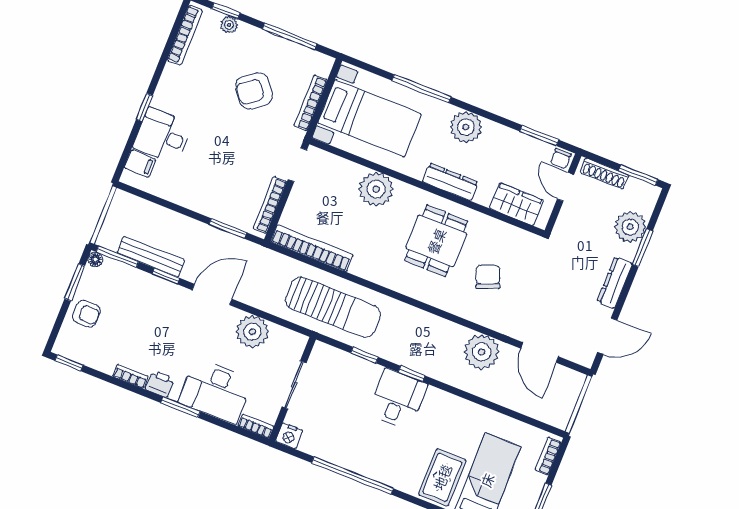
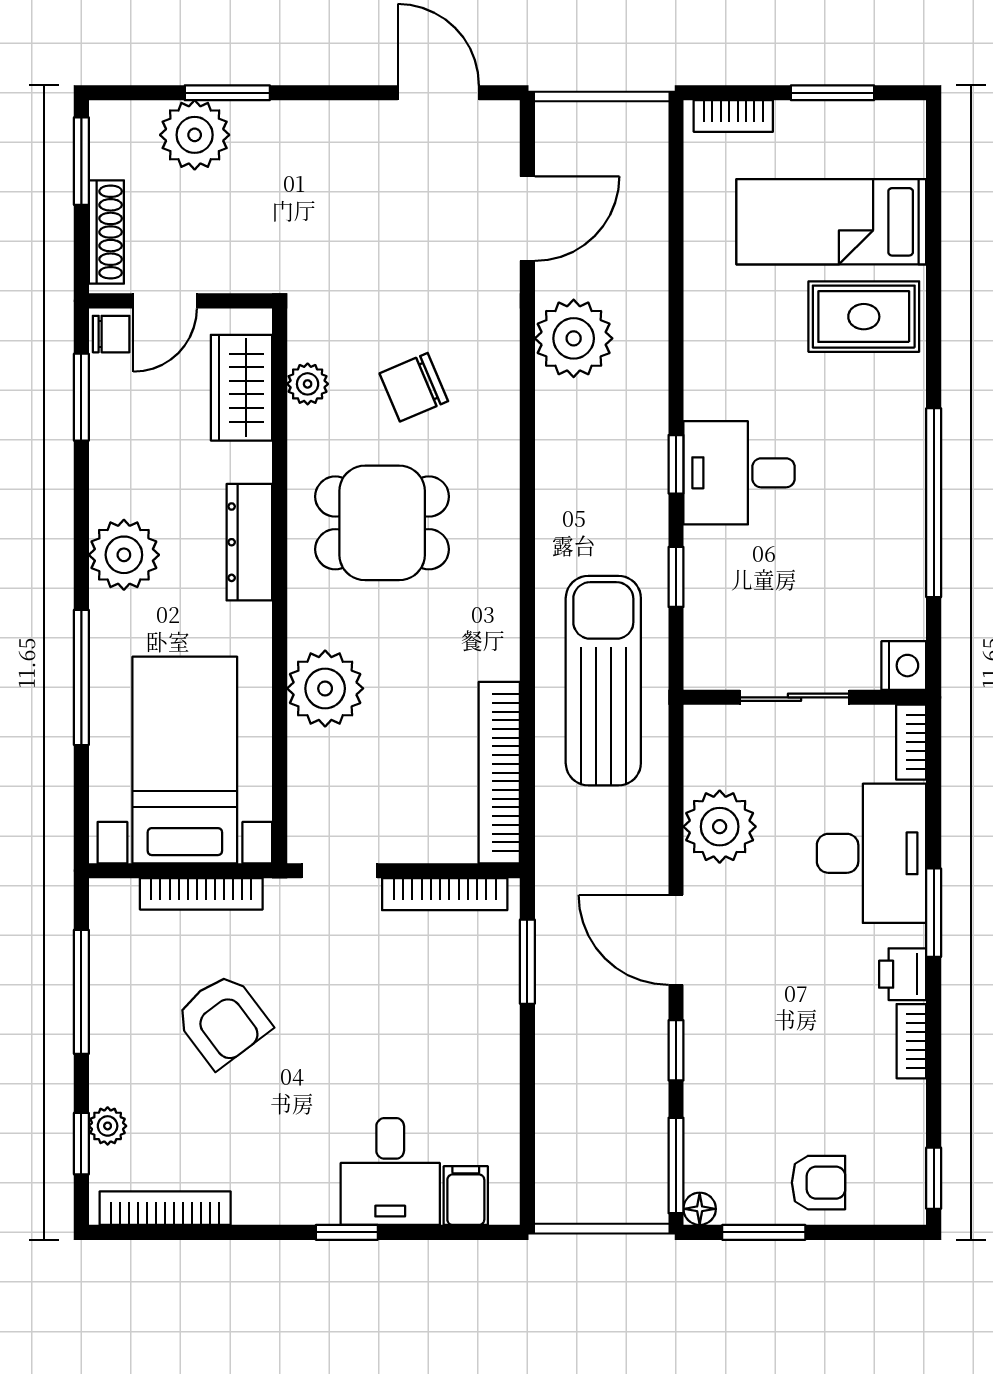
plant: (507, 233) -> (308, 384), added
bench: (151, 257) -> (648, 1097), removed
dresser: (615, 283) -> (322, 121), removed
armchair: (86, 314) -> (818, 1183), turned 90

